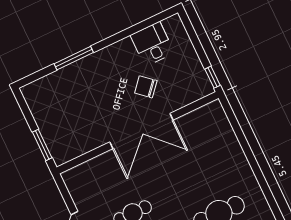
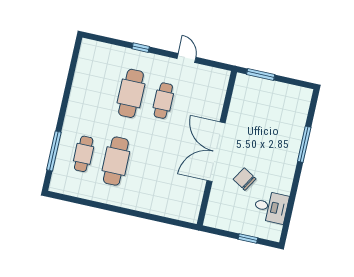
window: (212, 77) -> (248, 238), moved
chair: (146, 87) -> (245, 179), turned -100

